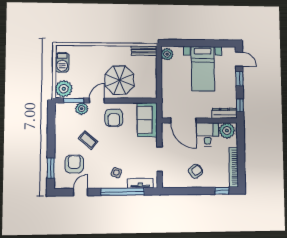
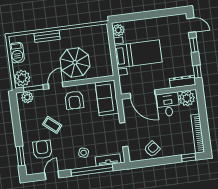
bench: (144, 51) -> (47, 36), moved
bed with nightstands: (203, 69) -> (138, 54), moved, turned -90
plant: (82, 109) -> (27, 97), moved
armchair: (196, 171) -> (152, 149), moved

